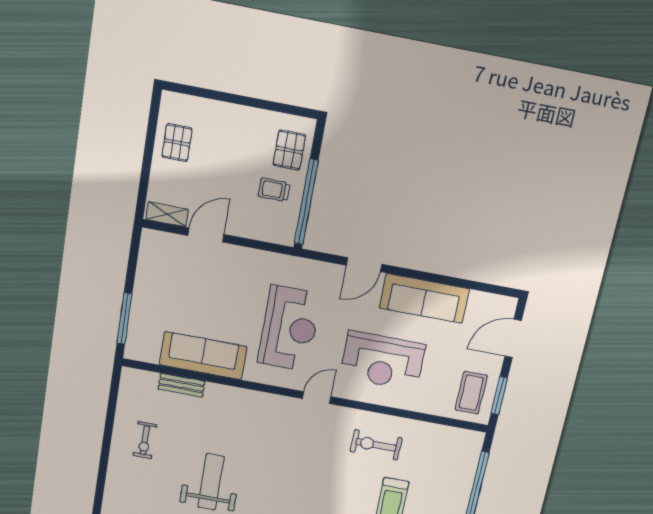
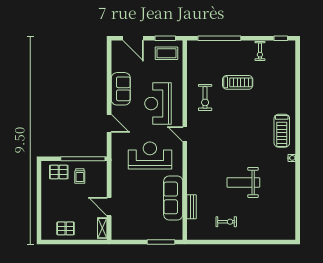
sofa: (424, 298) -> (121, 89), width x0.73
reception desk: (383, 361) -> (158, 104), turned 180

